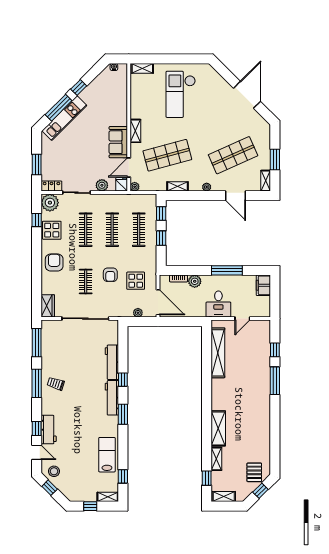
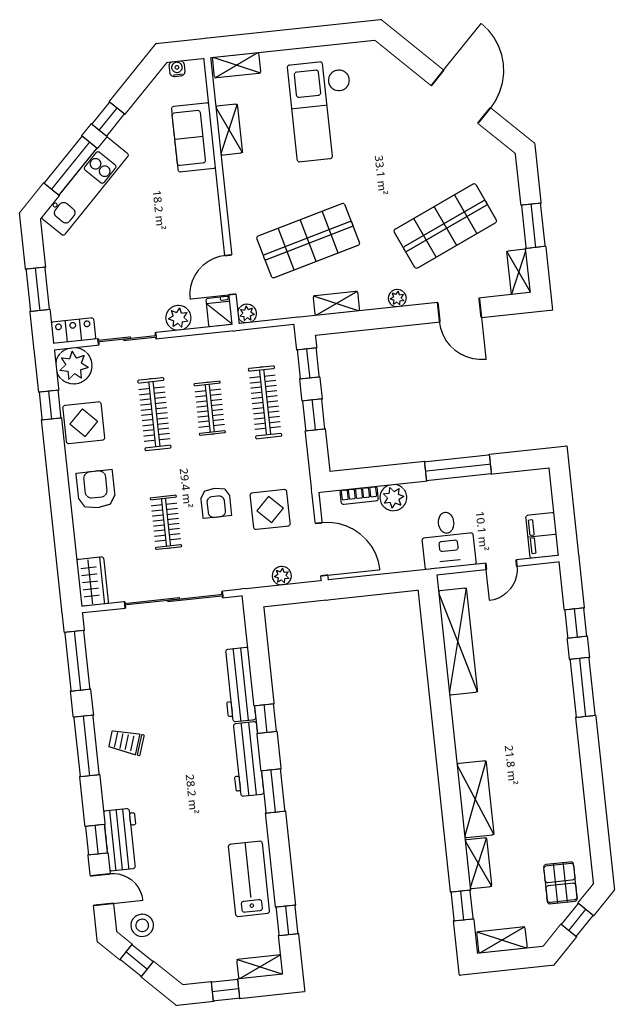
shelving: (135, 131) -> (229, 130), moved
sofa: (118, 142) -> (194, 137), moved
clothes rail: (112, 230) -> (210, 408), width x0.73
filing cabinet: (263, 285) -> (542, 536), moved

